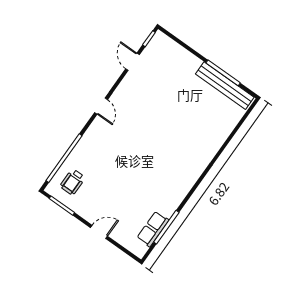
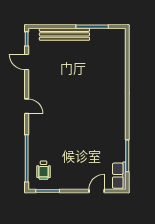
bench: (225, 86) -> (64, 34), moved
row of seats: (153, 229) -> (119, 176), moved
door: (99, 232) -> (97, 191), moved

